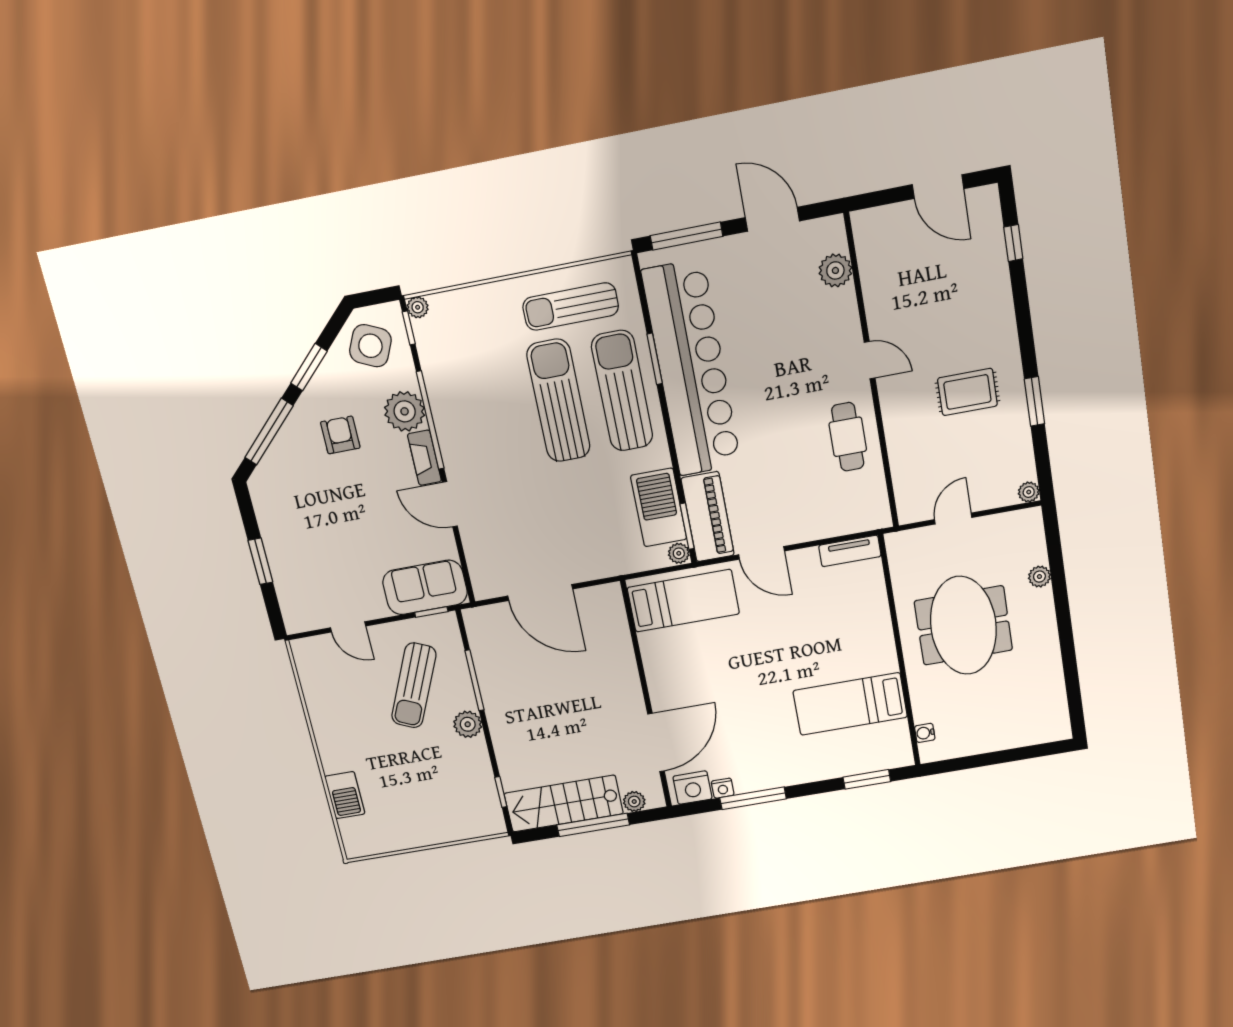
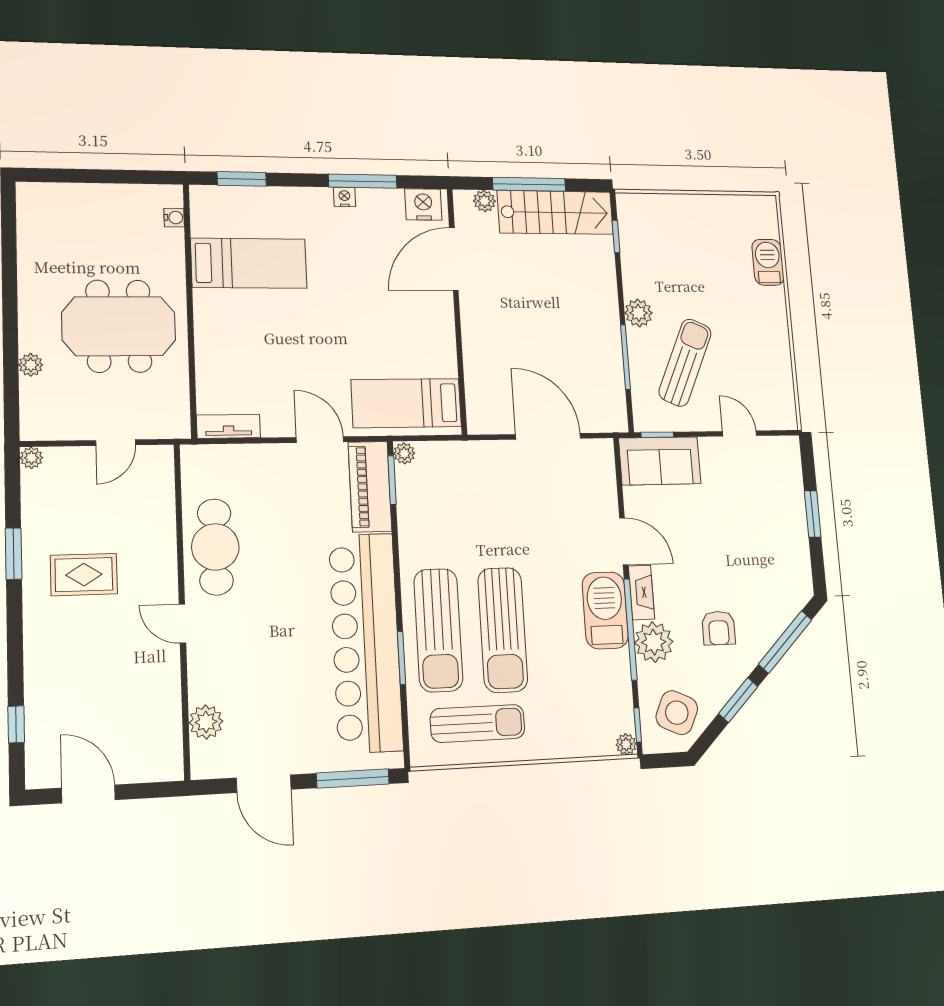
cafe table: (848, 437) -> (215, 547), width x1.37, depth x1.35
barbecue: (659, 507) -> (605, 610), moved, turned 180
meeting table: (963, 625) -> (119, 326), turned 90
nightstand: (723, 788) -> (344, 197), moved

